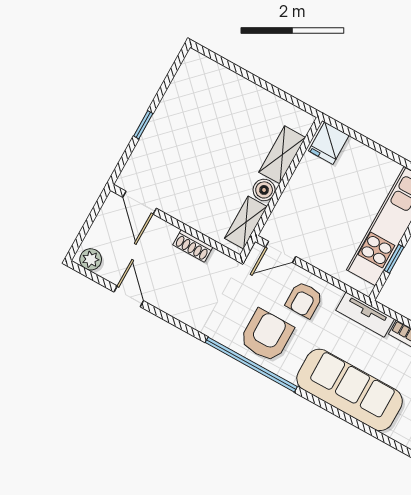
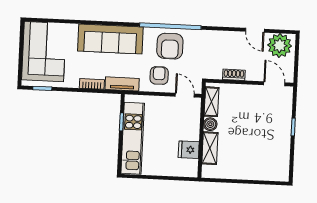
fridge: (329, 143) -> (189, 150), moved, turned -90
door: (281, 252) -> (185, 95), hinge flipped
plant: (91, 259) -> (280, 45), width x1.88, depth x1.88

